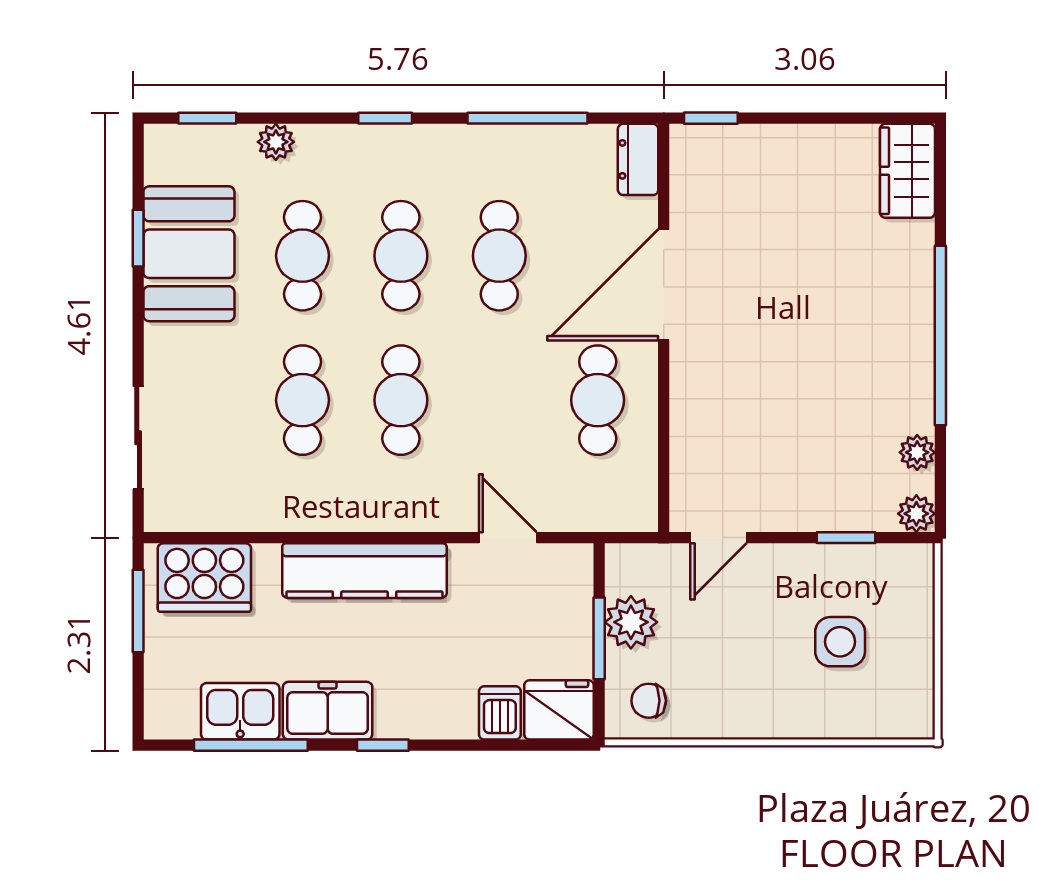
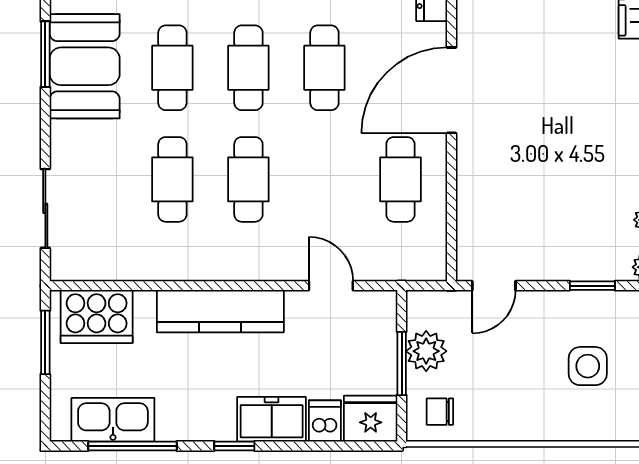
window: (138, 238) -> (45, 54), width x1.50
kitchen sink: (240, 711) -> (113, 420), width x1.38
freezer: (328, 711) -> (272, 419), moved

